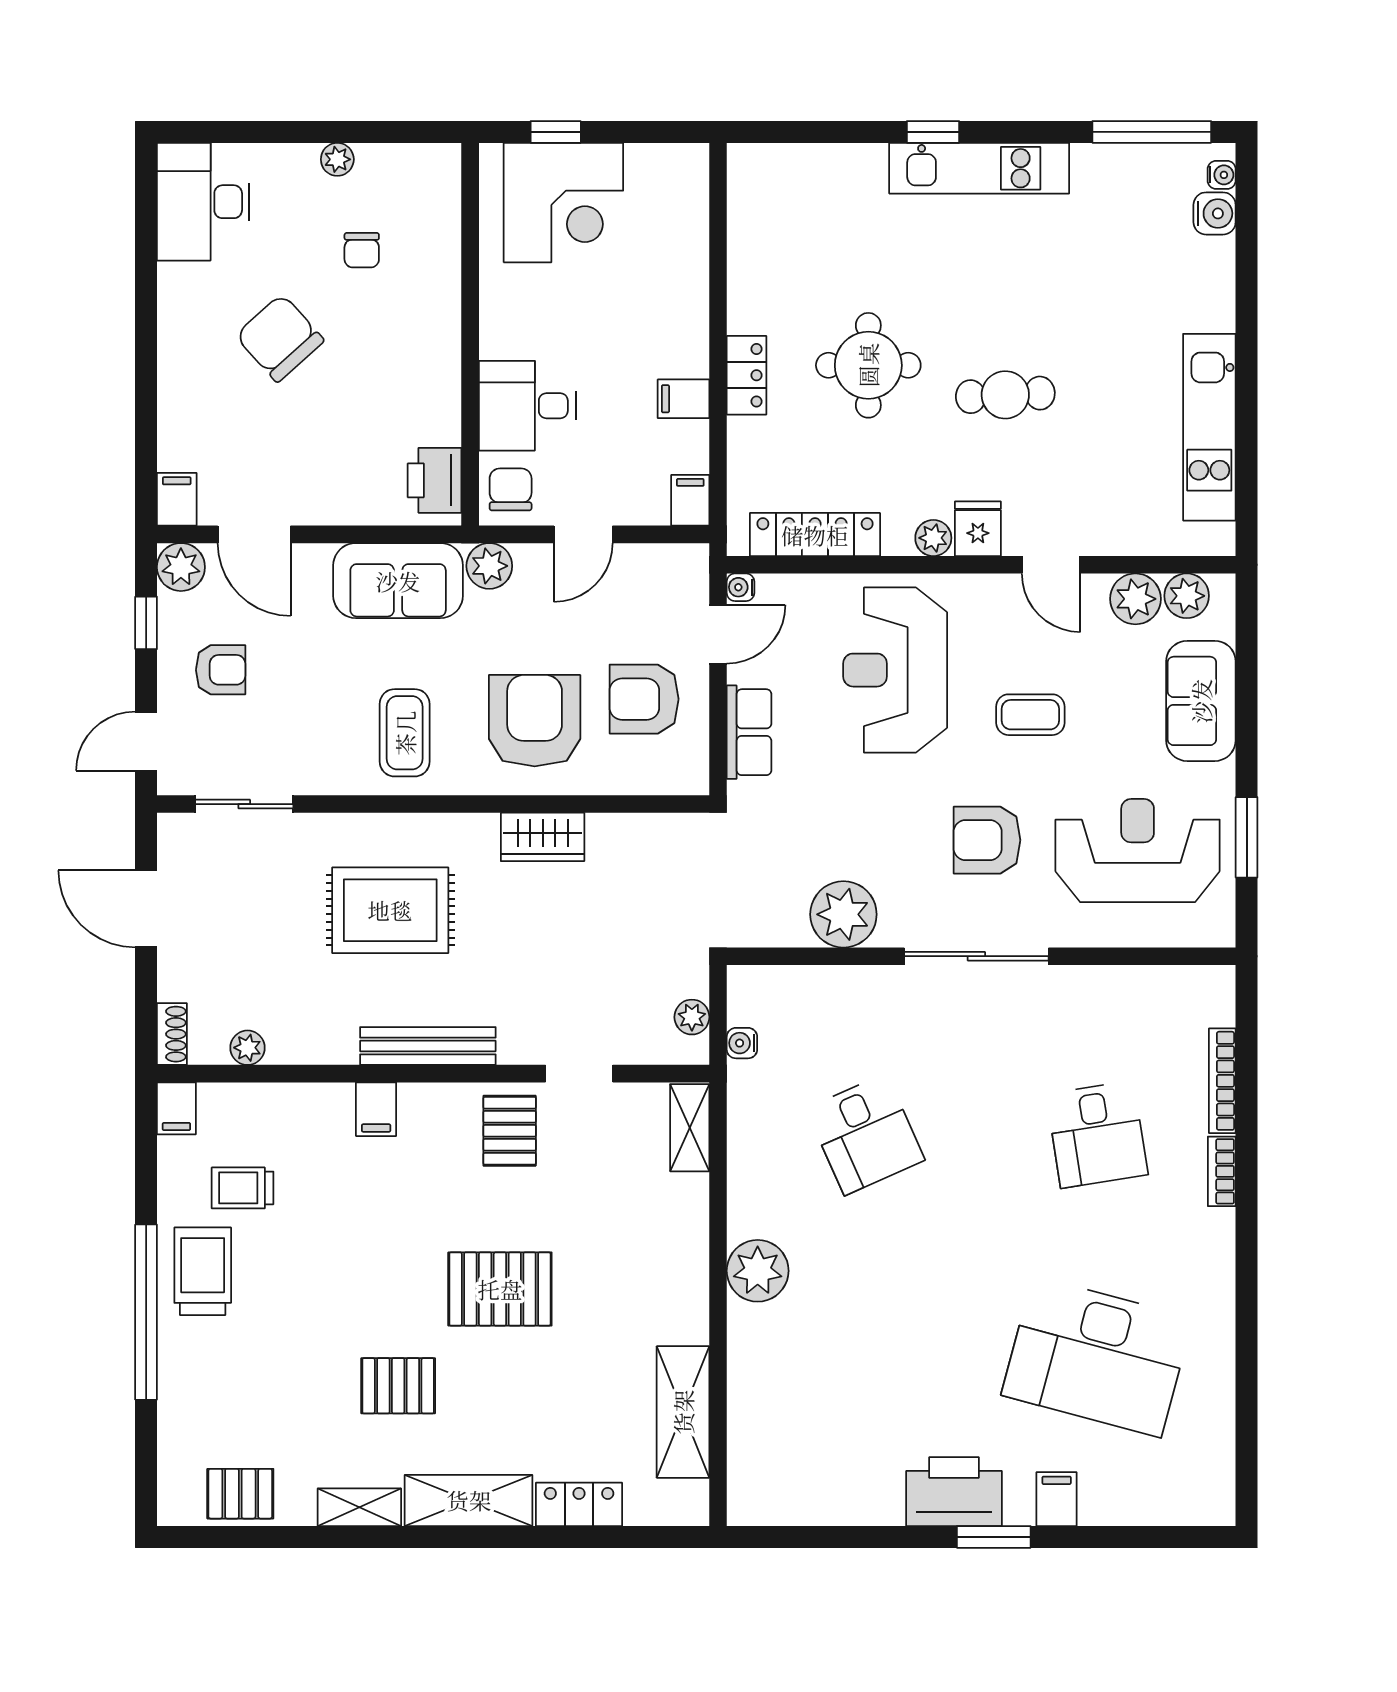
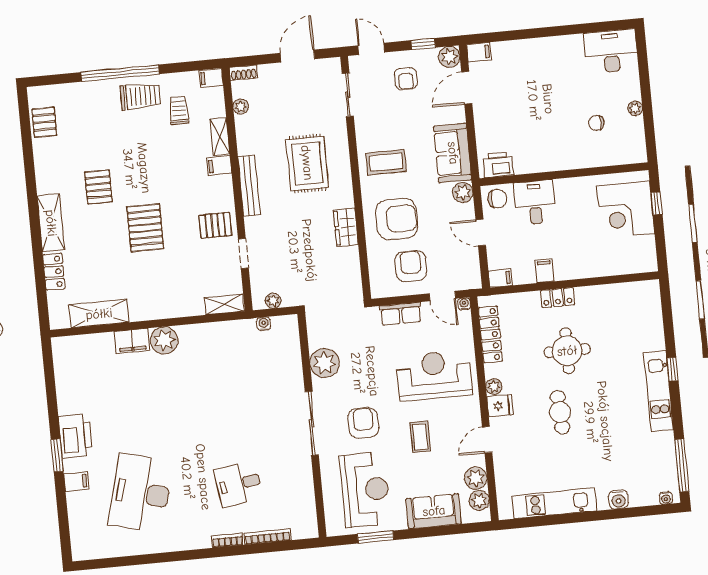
water cooler: (1215, 213) -> (618, 499), moved
chair: (280, 338) -> (554, 91), removed
desk: (865, 1134) -> (229, 382), removed
filing cabinet: (752, 1343) -> (132, 341), added
shelving: (359, 1507) -> (220, 137), moved

